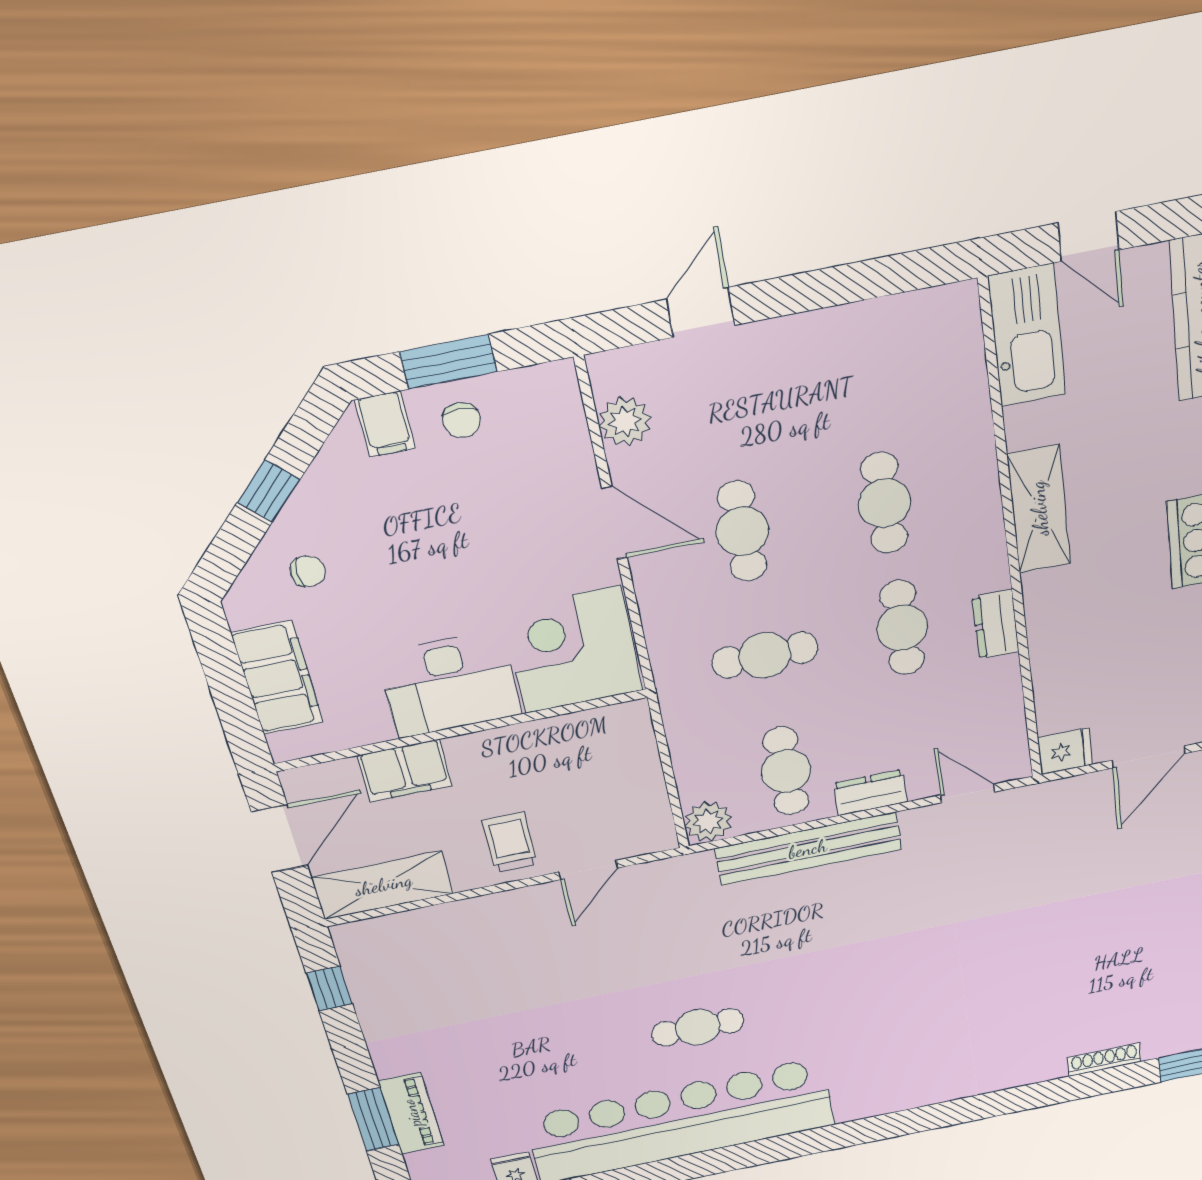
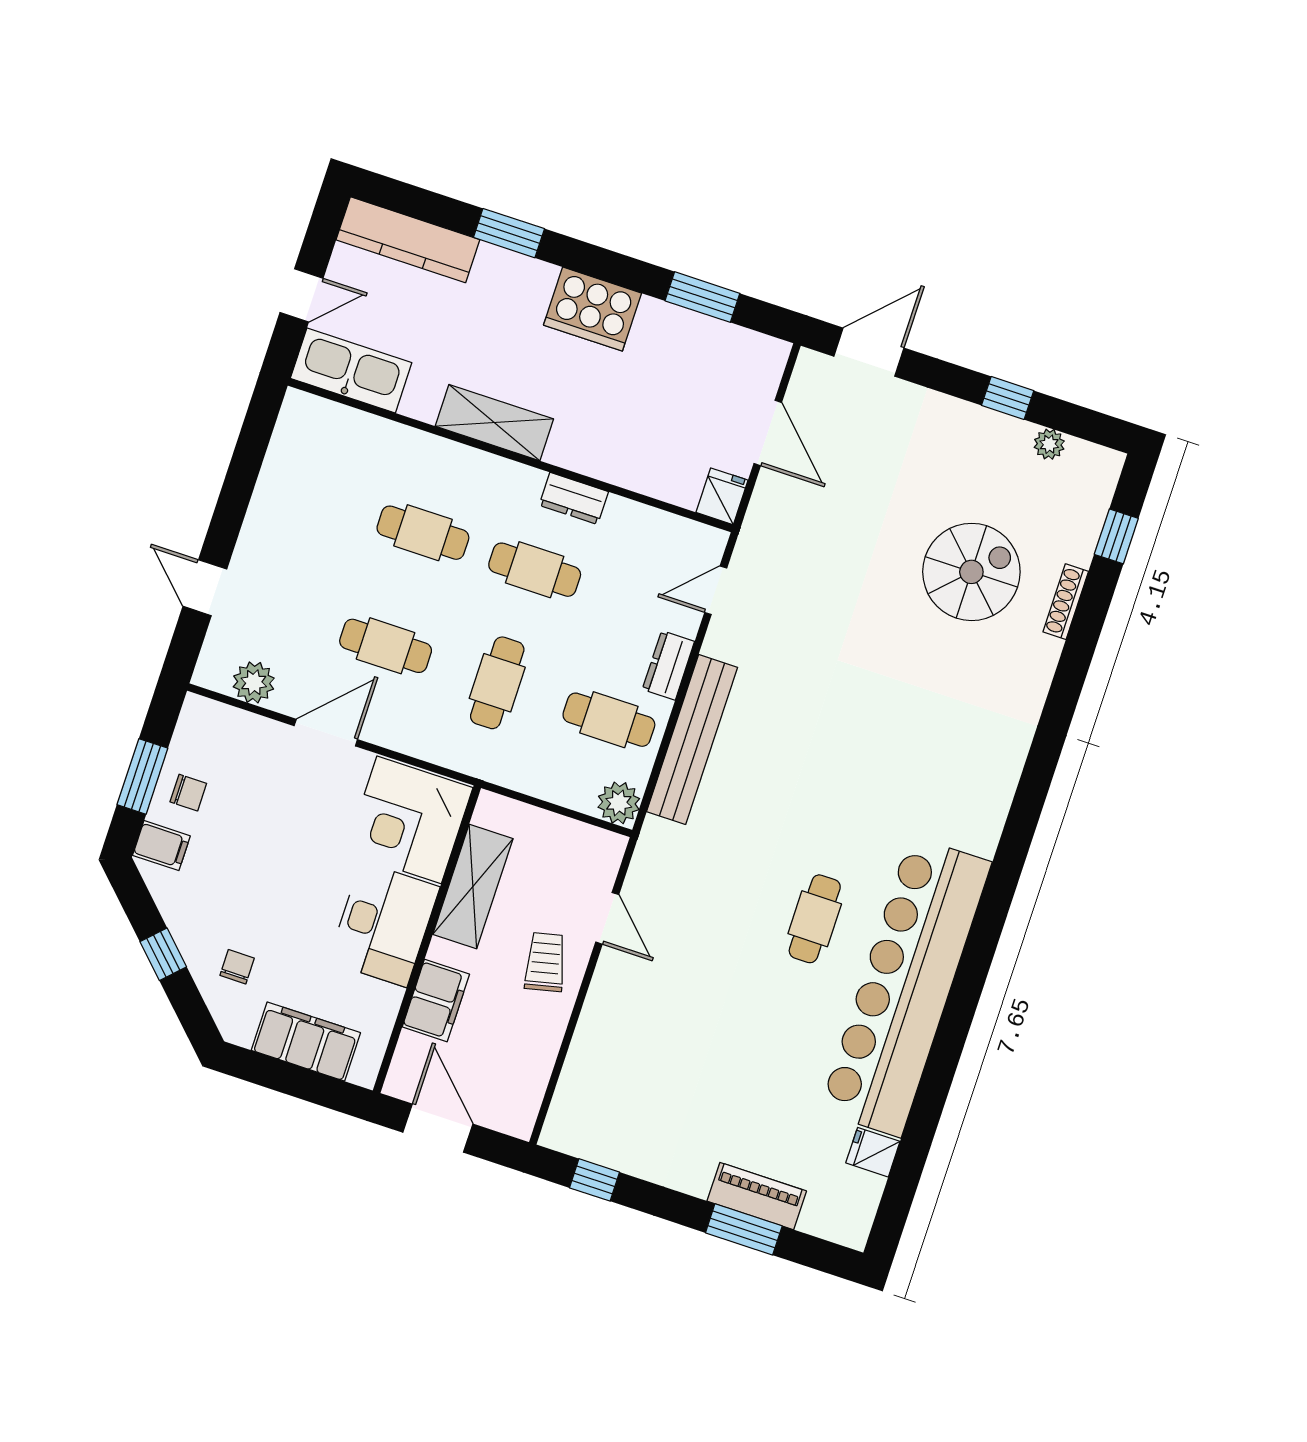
trolley: (510, 842) -> (545, 962), turned 77
shelving: (383, 885) -> (473, 887), moved
spiral stairs: (1095, 980) -> (971, 572), added

